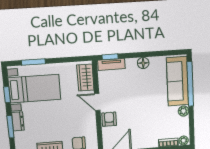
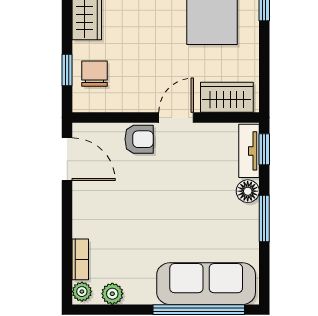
window: (145, 55) -> (264, 219), added
floor lamp: (143, 63) -> (248, 191), moved
plant: (184, 111) -> (112, 294), moved

